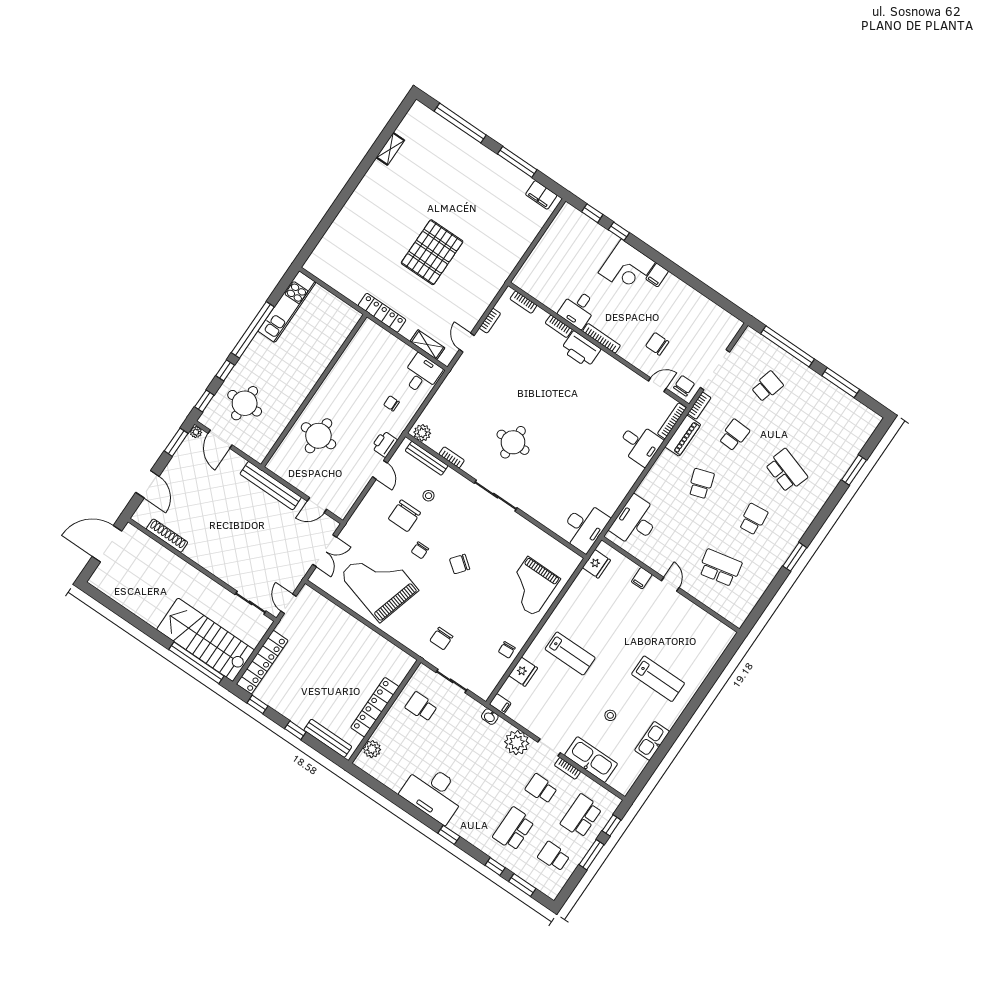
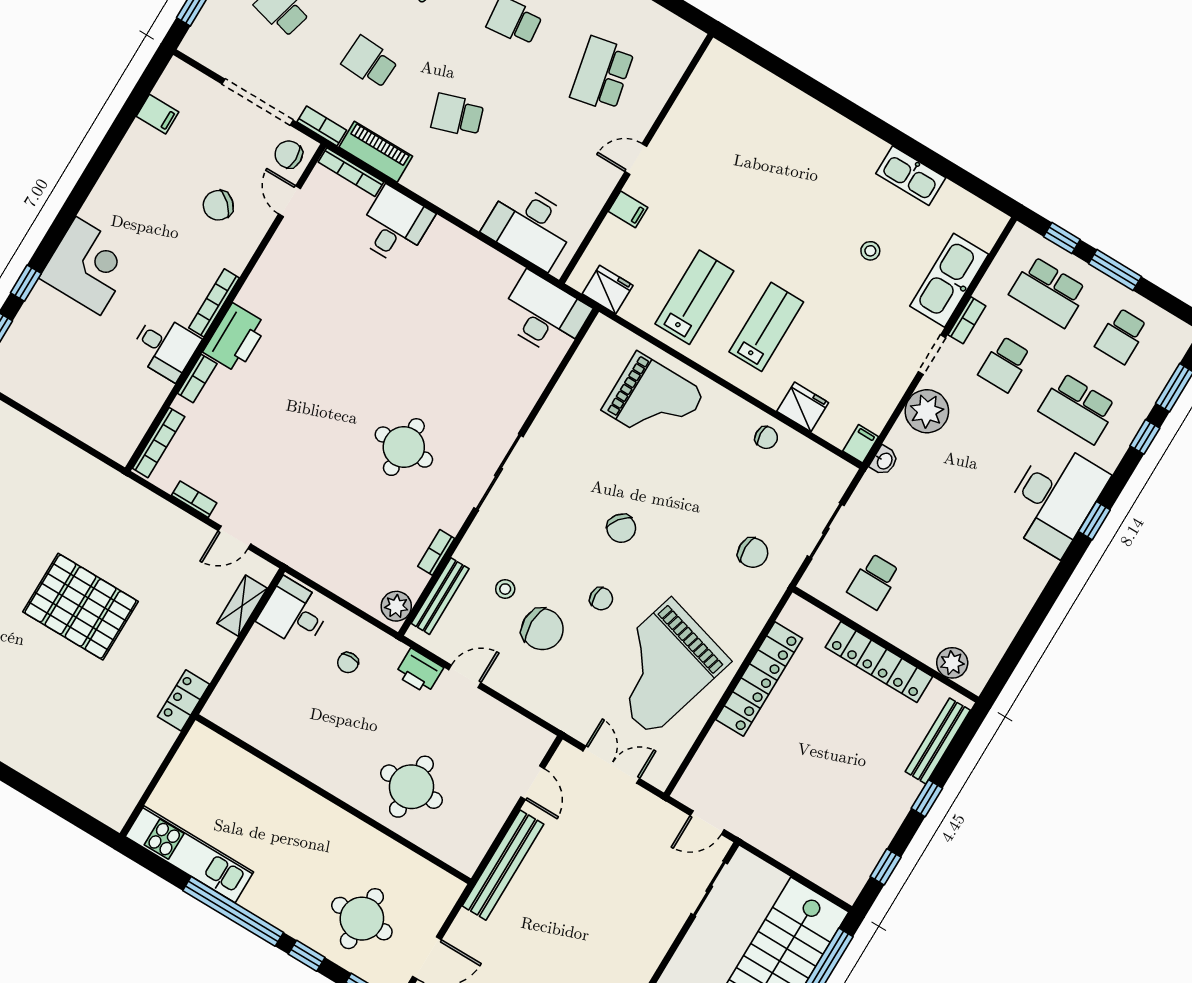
filing cabinet: (657, 275) -> (158, 114), moved
bookcase: (523, 302) -> (159, 443), width x1.56
locker: (382, 313) -> (183, 700), width x0.66
chair: (657, 344) -> (218, 205), turned 43
locker: (262, 662) -> (759, 679), moved, turned 90
lab bench: (658, 679) -> (694, 297), moved
desk: (433, 793) -> (1055, 498), moved

